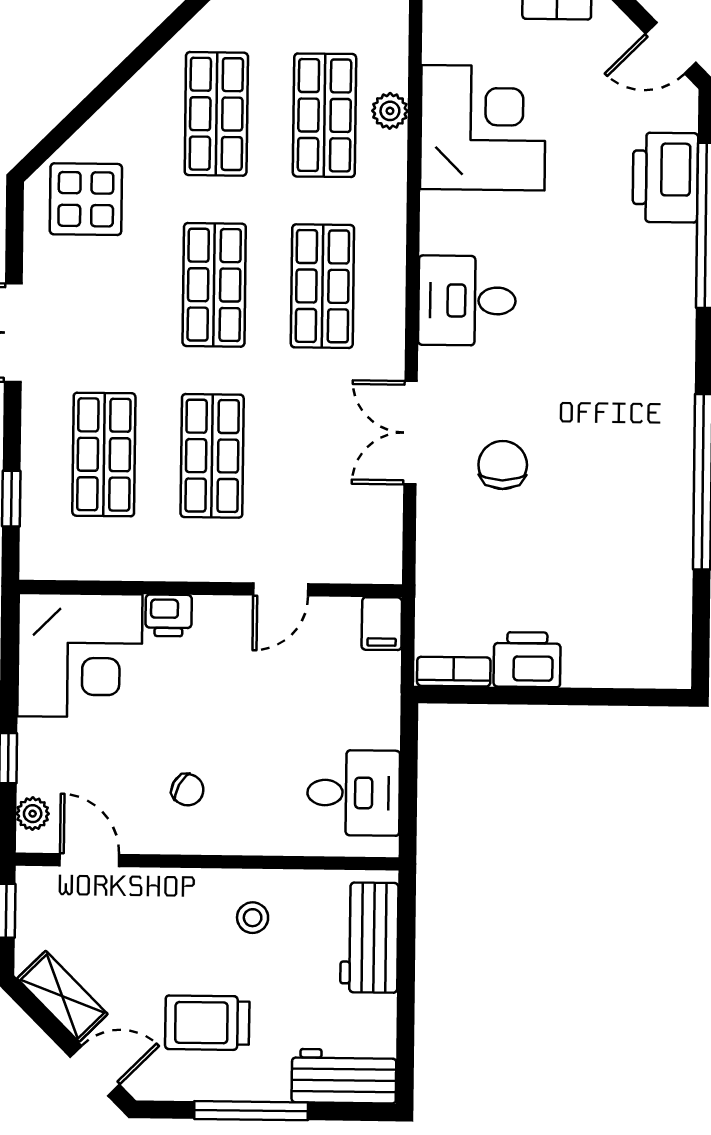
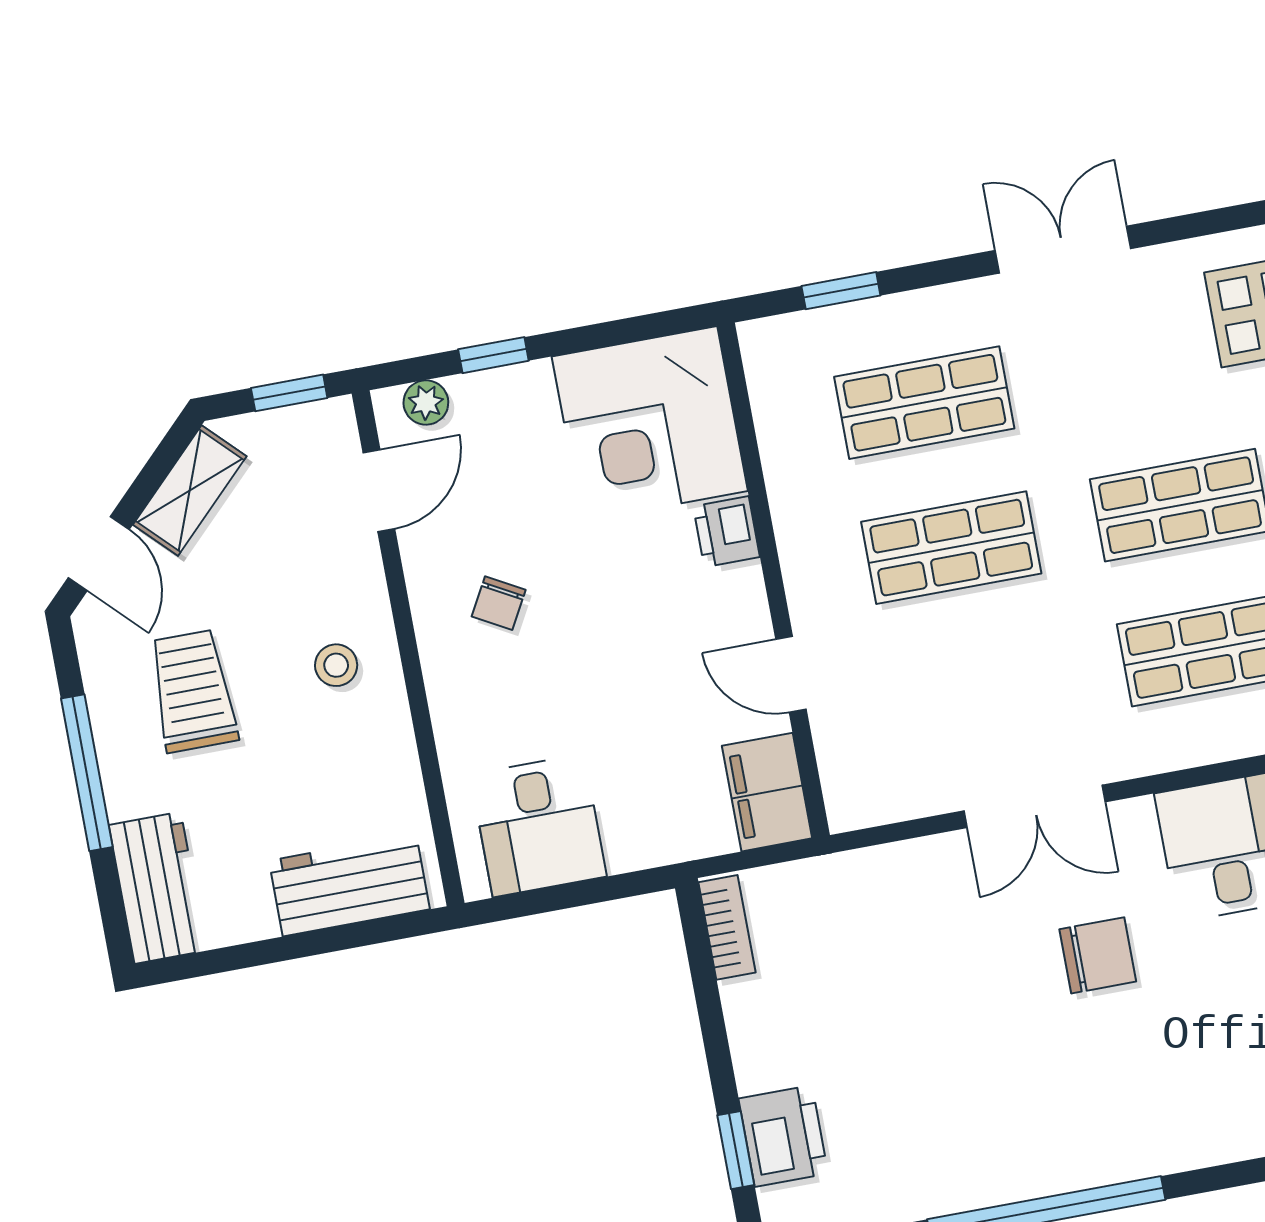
double door: (411, 433) -> (1035, 806), swing flipped
chair: (503, 465) -> (1098, 955), moved
filing cabinet: (382, 624) -> (767, 792), width x2.00
printer: (527, 660) -> (783, 1136), moved
window: (616, 697) -> (736, 1150), added
stool: (253, 918) -> (336, 665), moved

